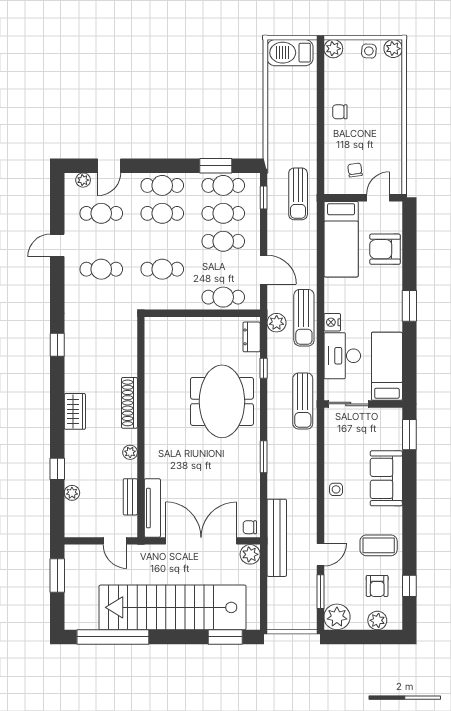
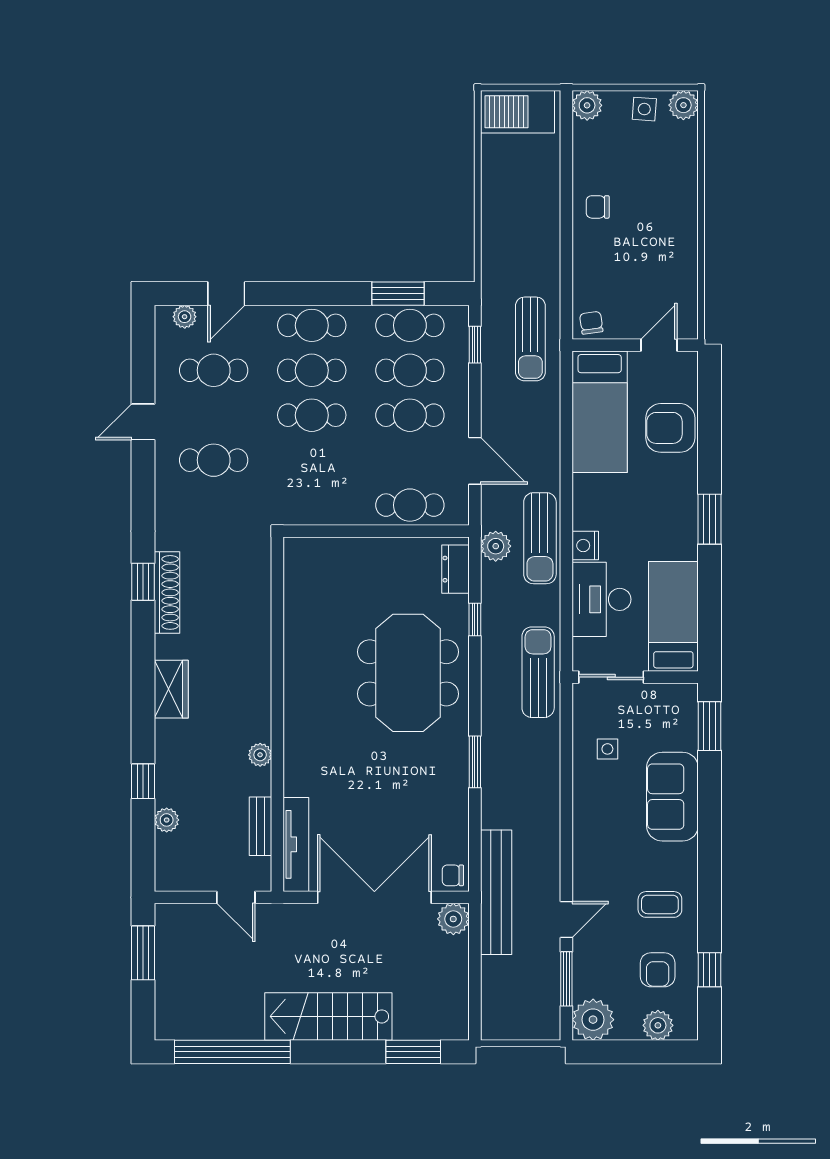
chair: (355, 170) -> (591, 323), moved
cafe table: (162, 269) -> (312, 415), moved
sun lounger: (303, 401) -> (538, 672), turned 180
shoe rack: (129, 403) -> (167, 592), moved, turned 180
side table: (336, 489) -> (607, 749), moved
coffee table: (379, 545) -> (660, 904), width x0.73, depth x0.77
stairs: (173, 607) -> (328, 1016), width x0.54, depth x0.66

